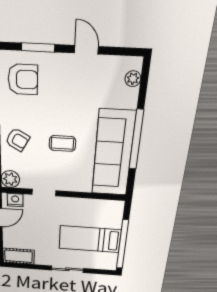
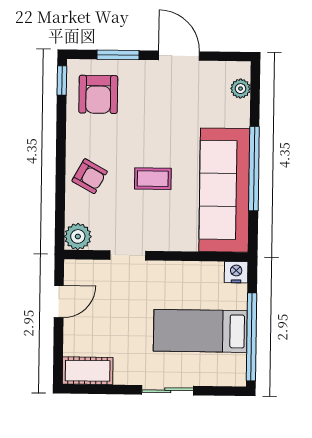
door: (86, 50) -> (179, 56), width x1.38
armchair: (23, 79) -> (98, 94), turned 90
nightstand: (15, 200) -> (236, 272), moved

